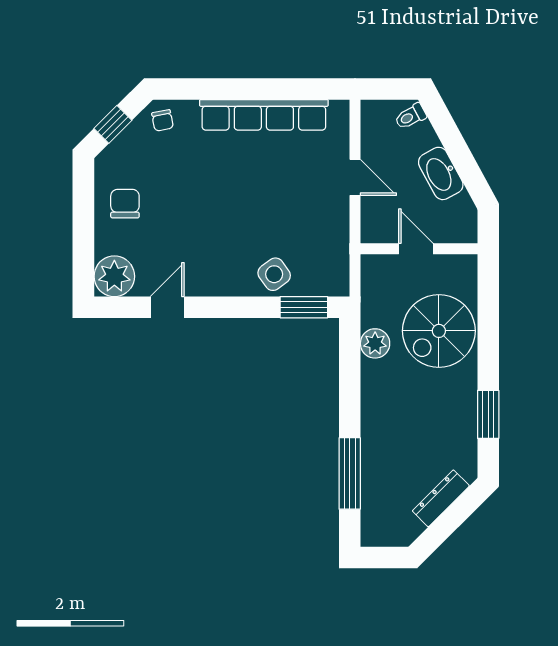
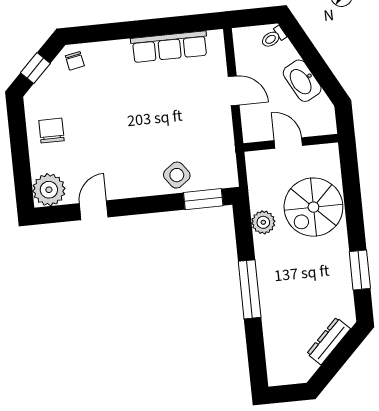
row of seats: (264, 115) -> (169, 47), width x0.73
window: (350, 473) -> (250, 289), moved

